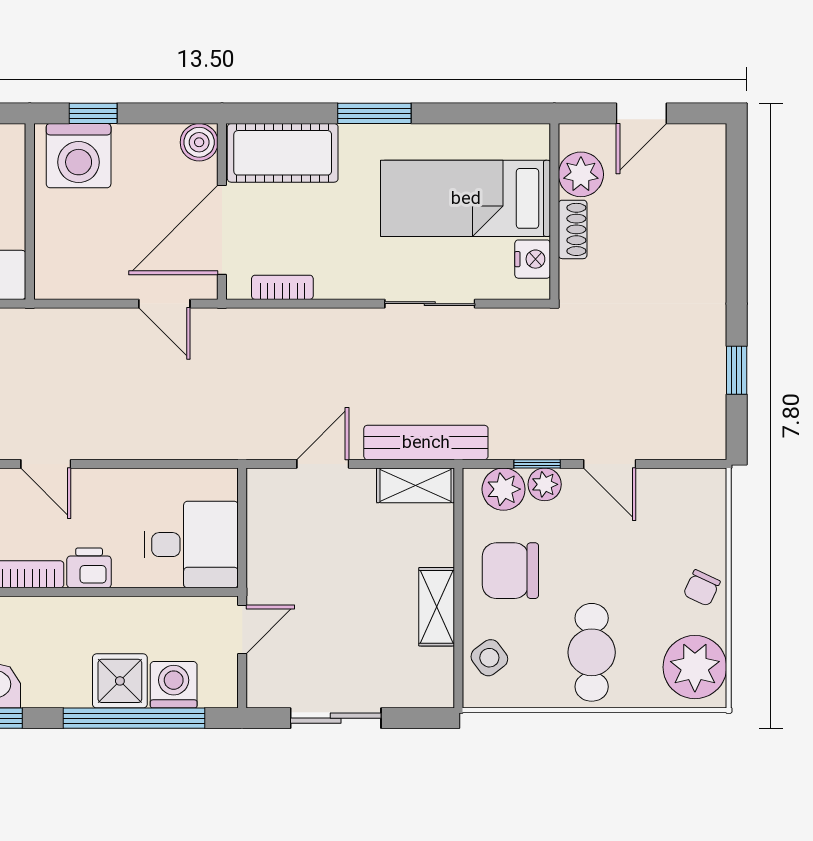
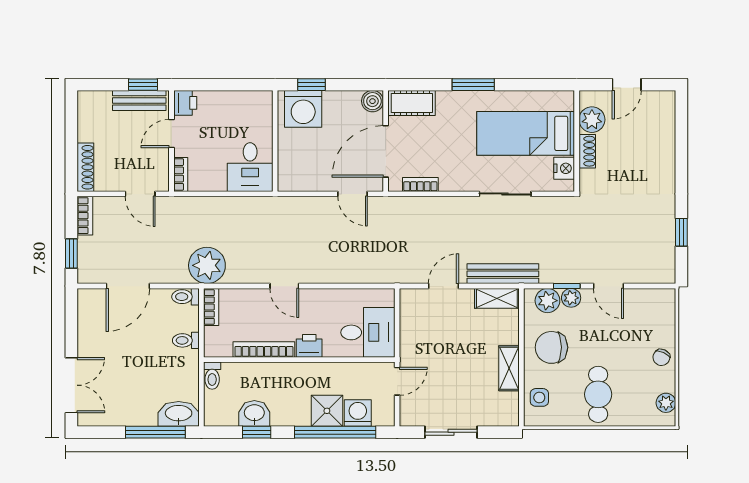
cot: (283, 153) -> (412, 103), width x0.73, depth x0.75
side table: (489, 658) -> (539, 397), turned 37
plant: (695, 667) -> (666, 403), width x0.53, depth x0.53

